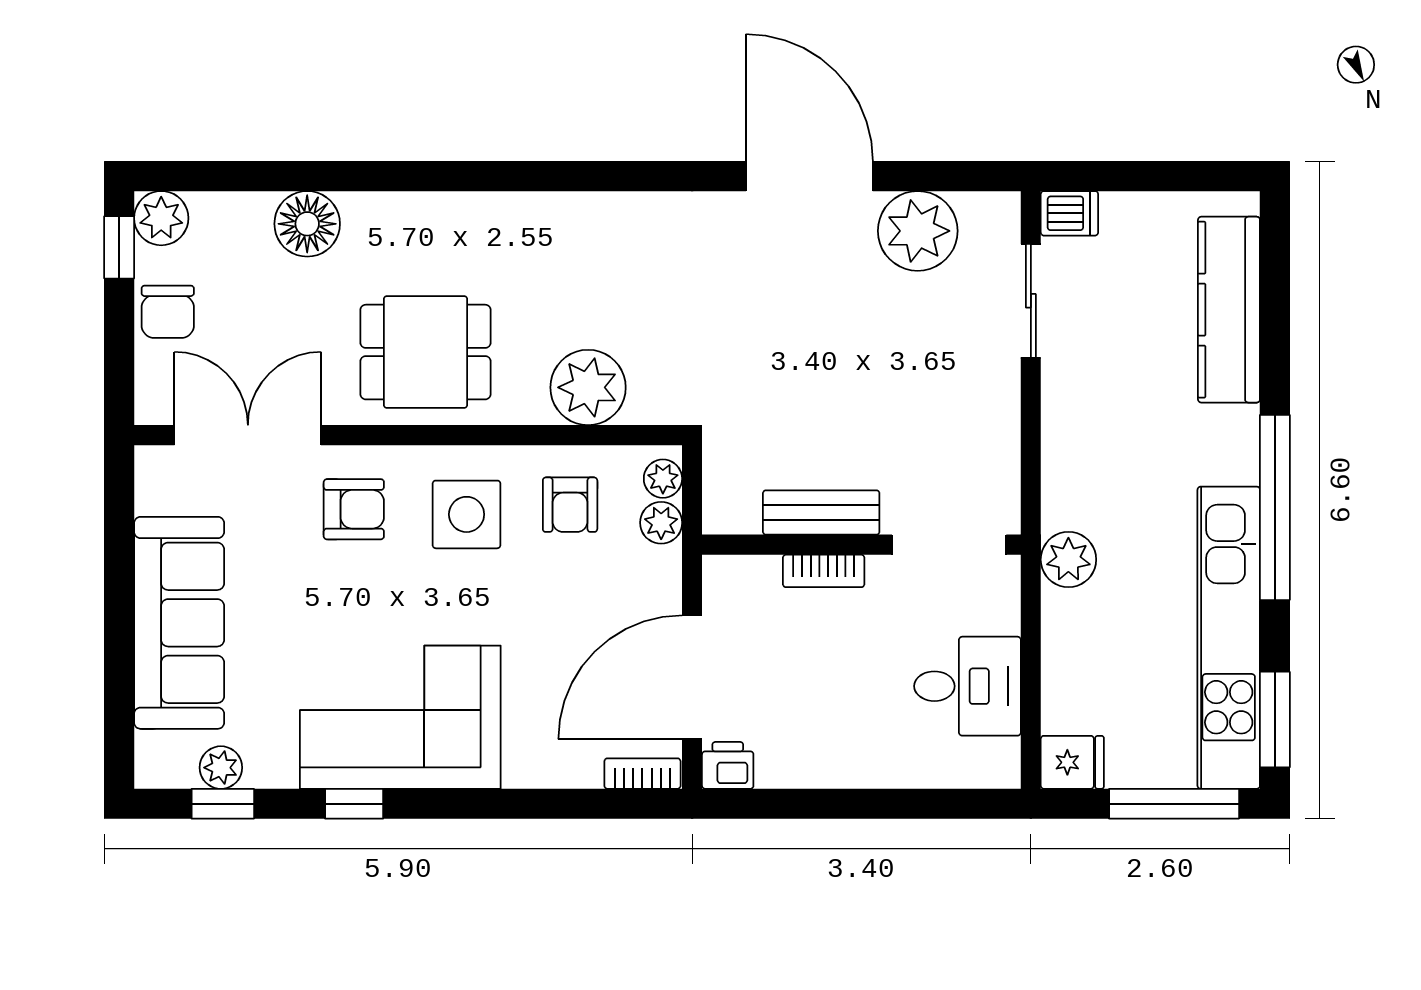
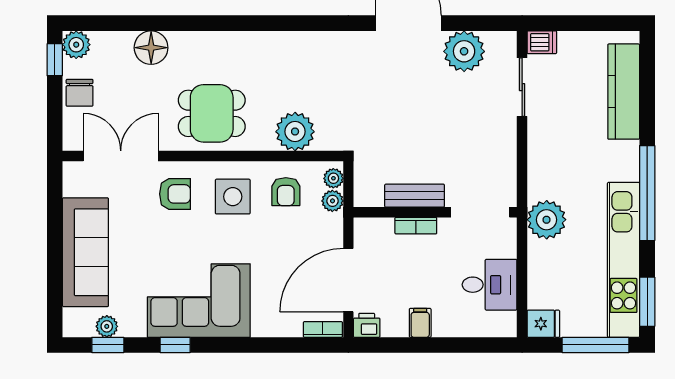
plant: (1068, 560) -> (547, 220), width x1.36, depth x1.36
filing cabinet: (832, 761) -> (420, 323), added

